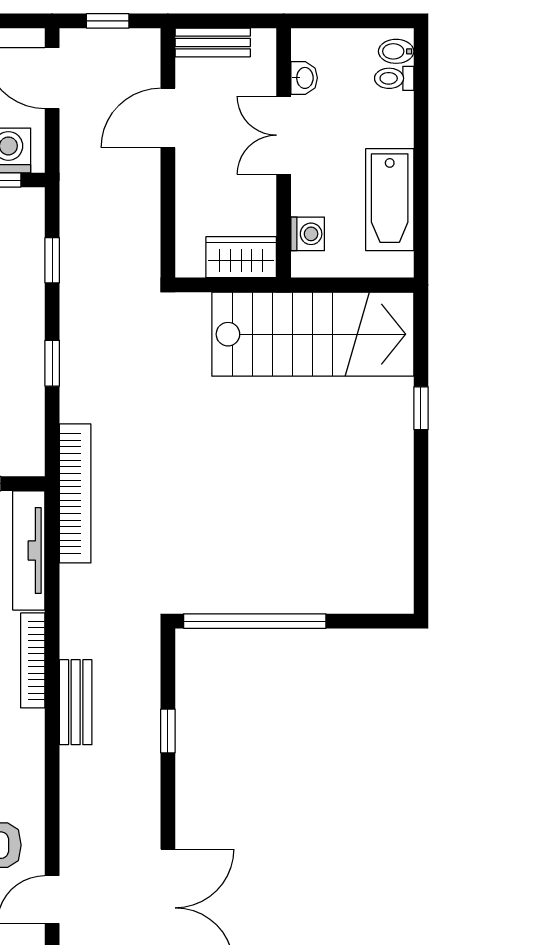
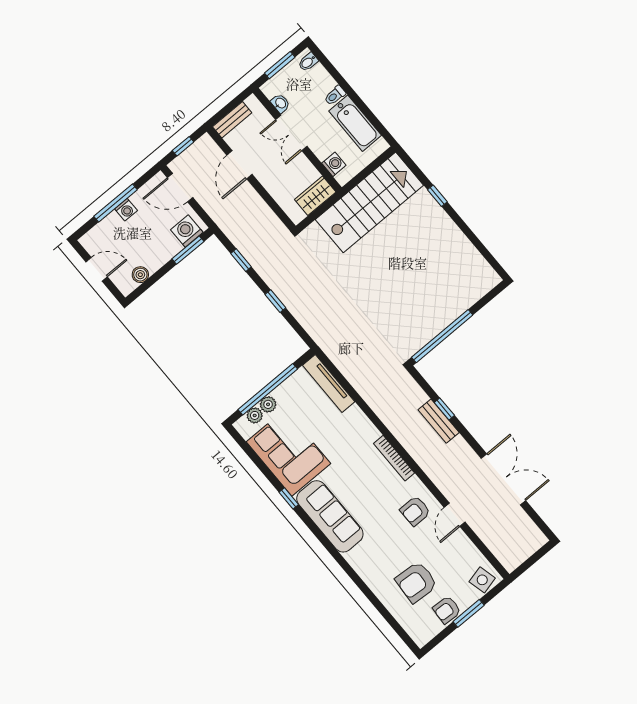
window: (350, 21) -> (280, 65), added
toilet: (394, 78) -> (335, 95), moved
bookcase: (75, 493) -> (328, 345), removed
bookcase: (33, 660) -> (394, 458), moved
bench: (76, 702) -> (439, 421), moved

